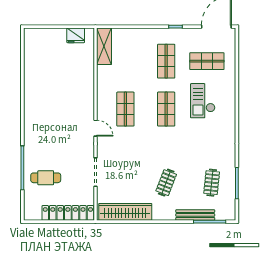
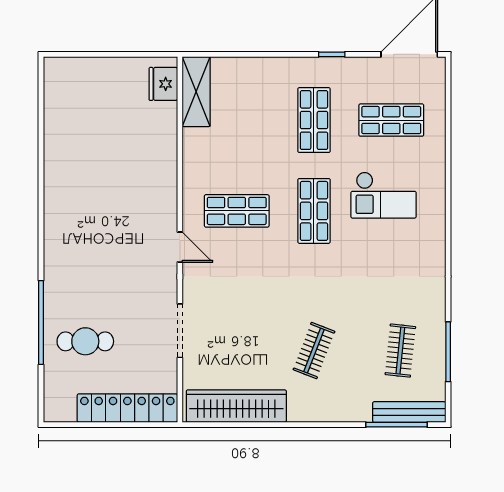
fridge: (76, 35) -> (163, 84), moved, turned 90
checkout: (203, 101) -> (384, 195), turned -90
shop shelf: (125, 109) -> (237, 211), turned 90
bench: (195, 215) -> (409, 412), moved

